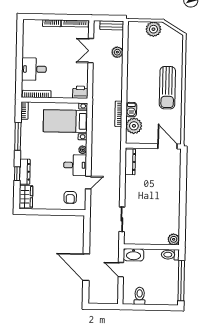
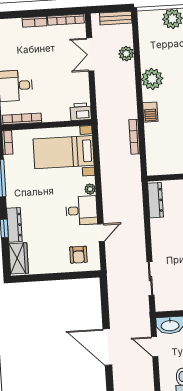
barbecue: (131, 110) -> (150, 112), moved
plant: (134, 126) -> (152, 79), moved

